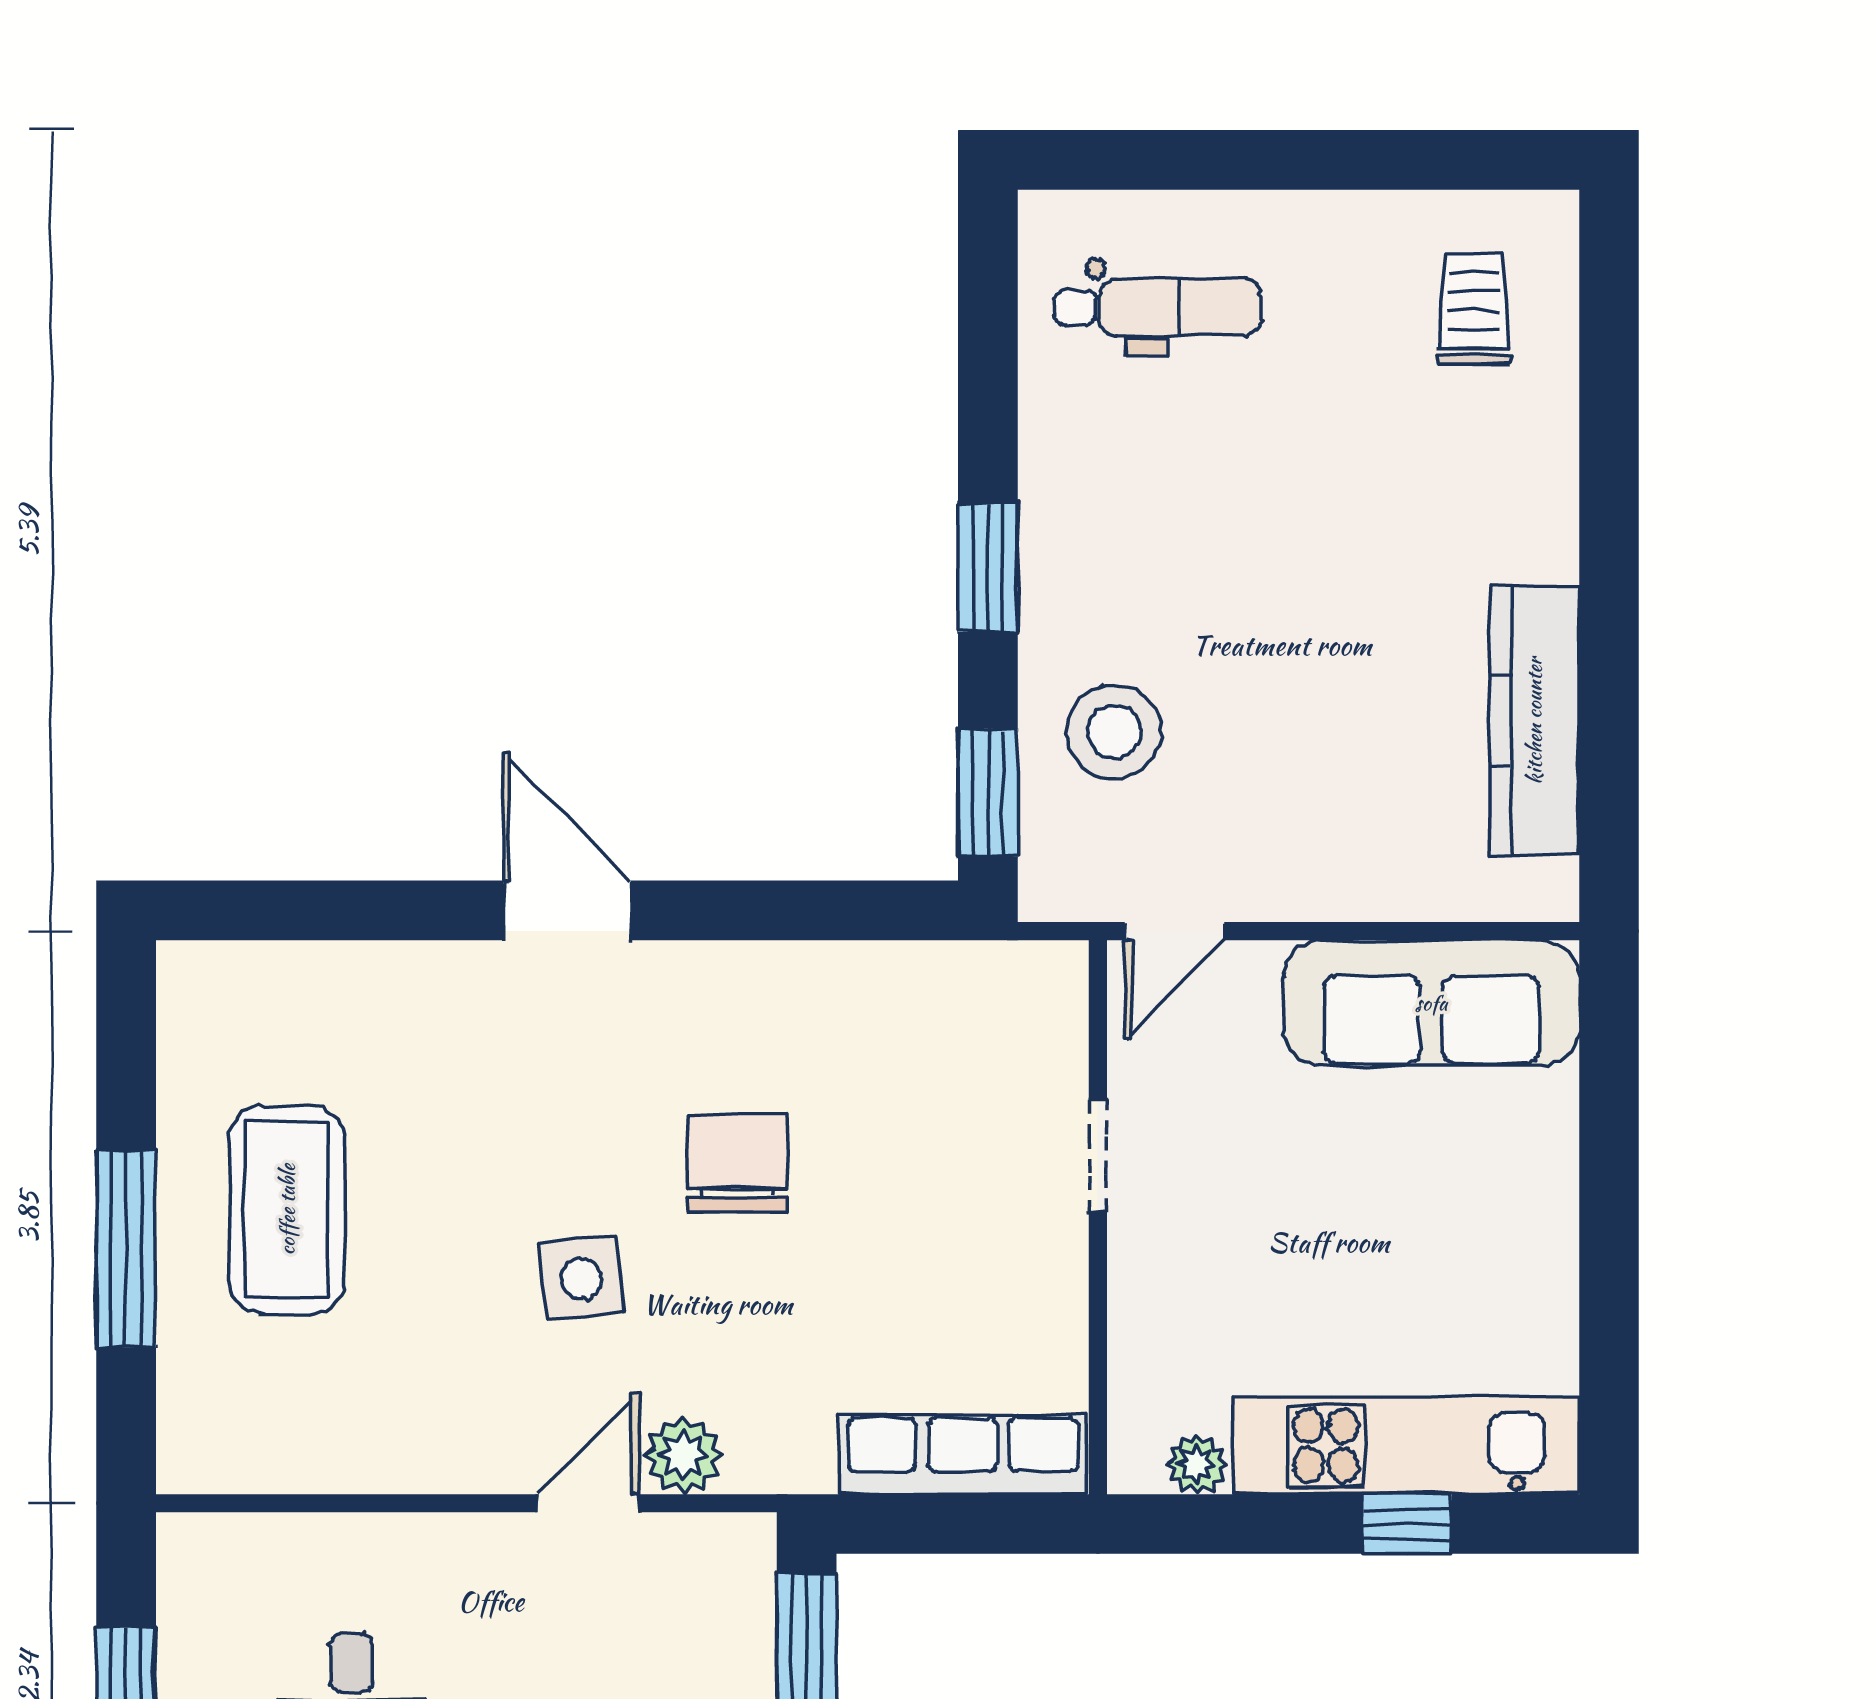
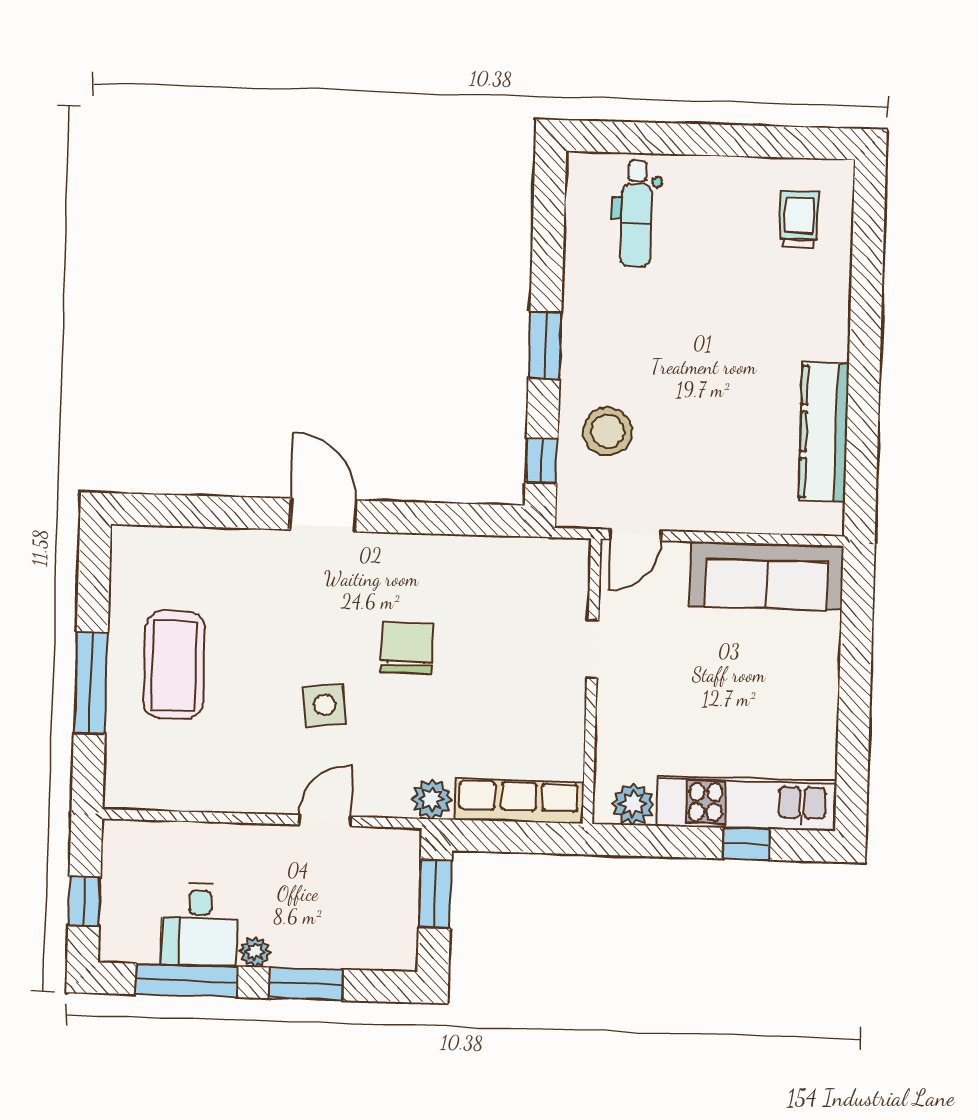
dental chair: (1158, 307) -> (636, 214), turned 90
window: (988, 792) -> (542, 461), width x0.67
plant: (683, 1455) -> (432, 799), moved
plant: (1197, 1464) -> (633, 804), width x1.38, depth x1.38

